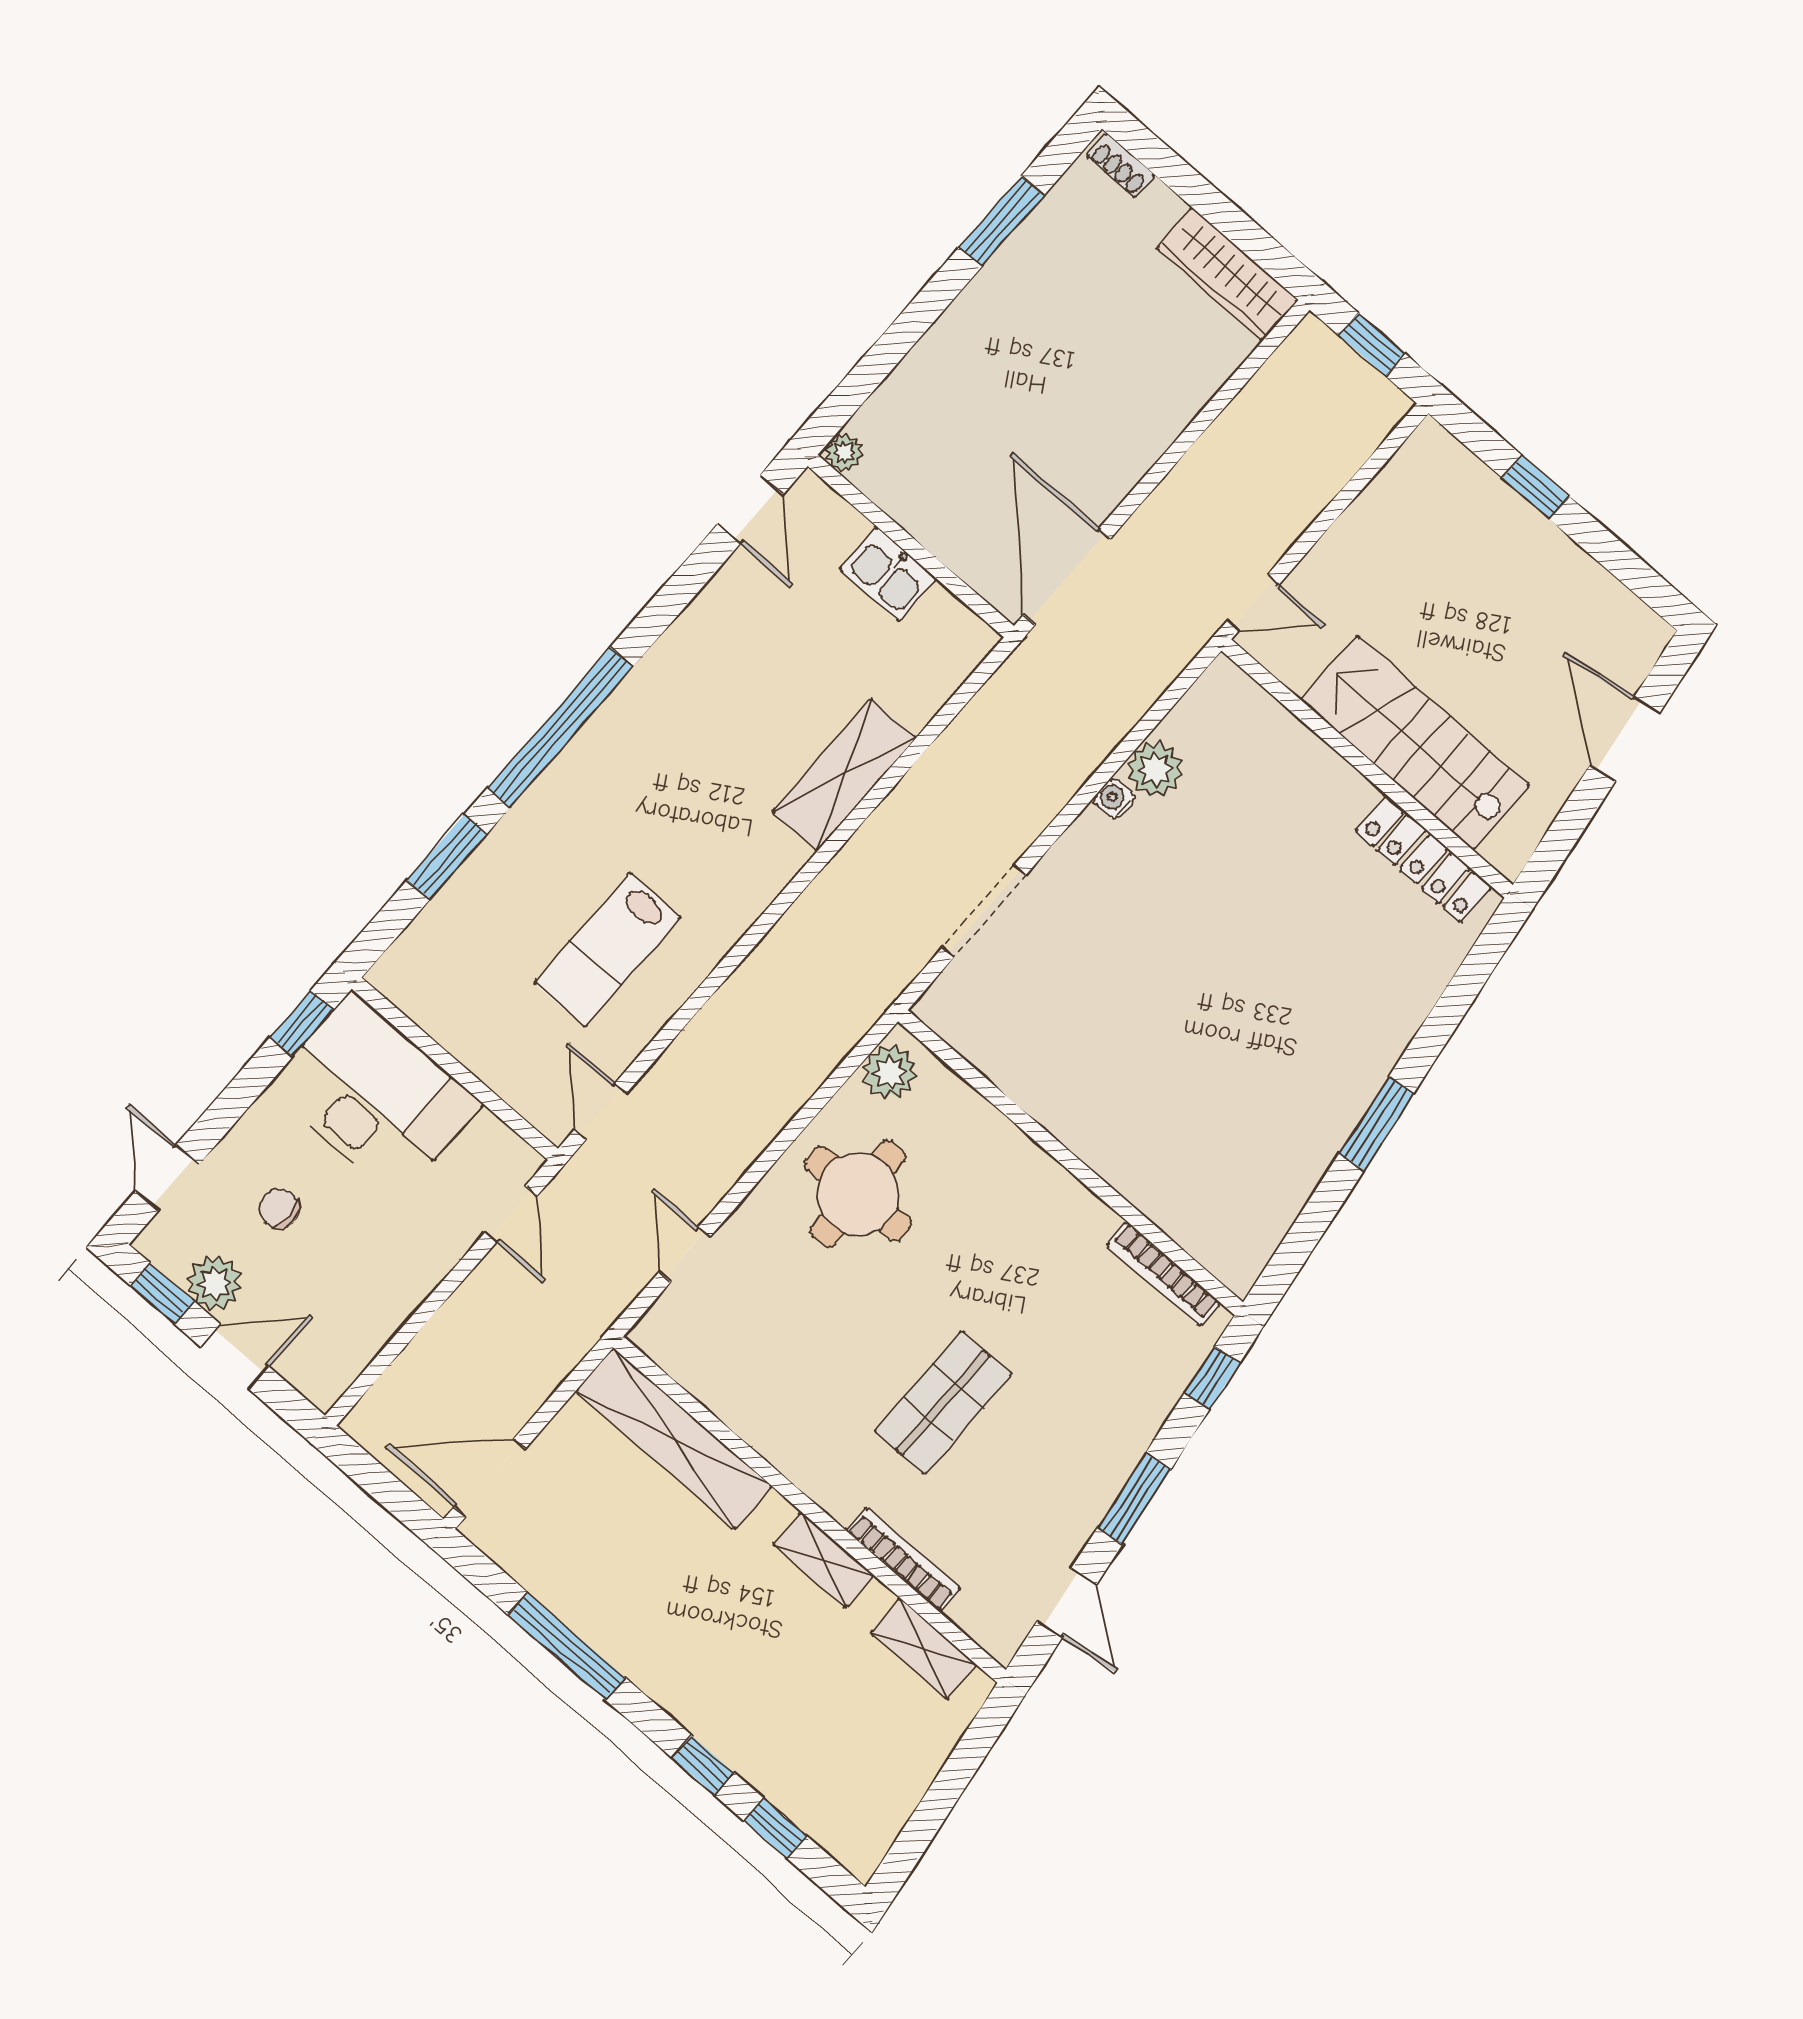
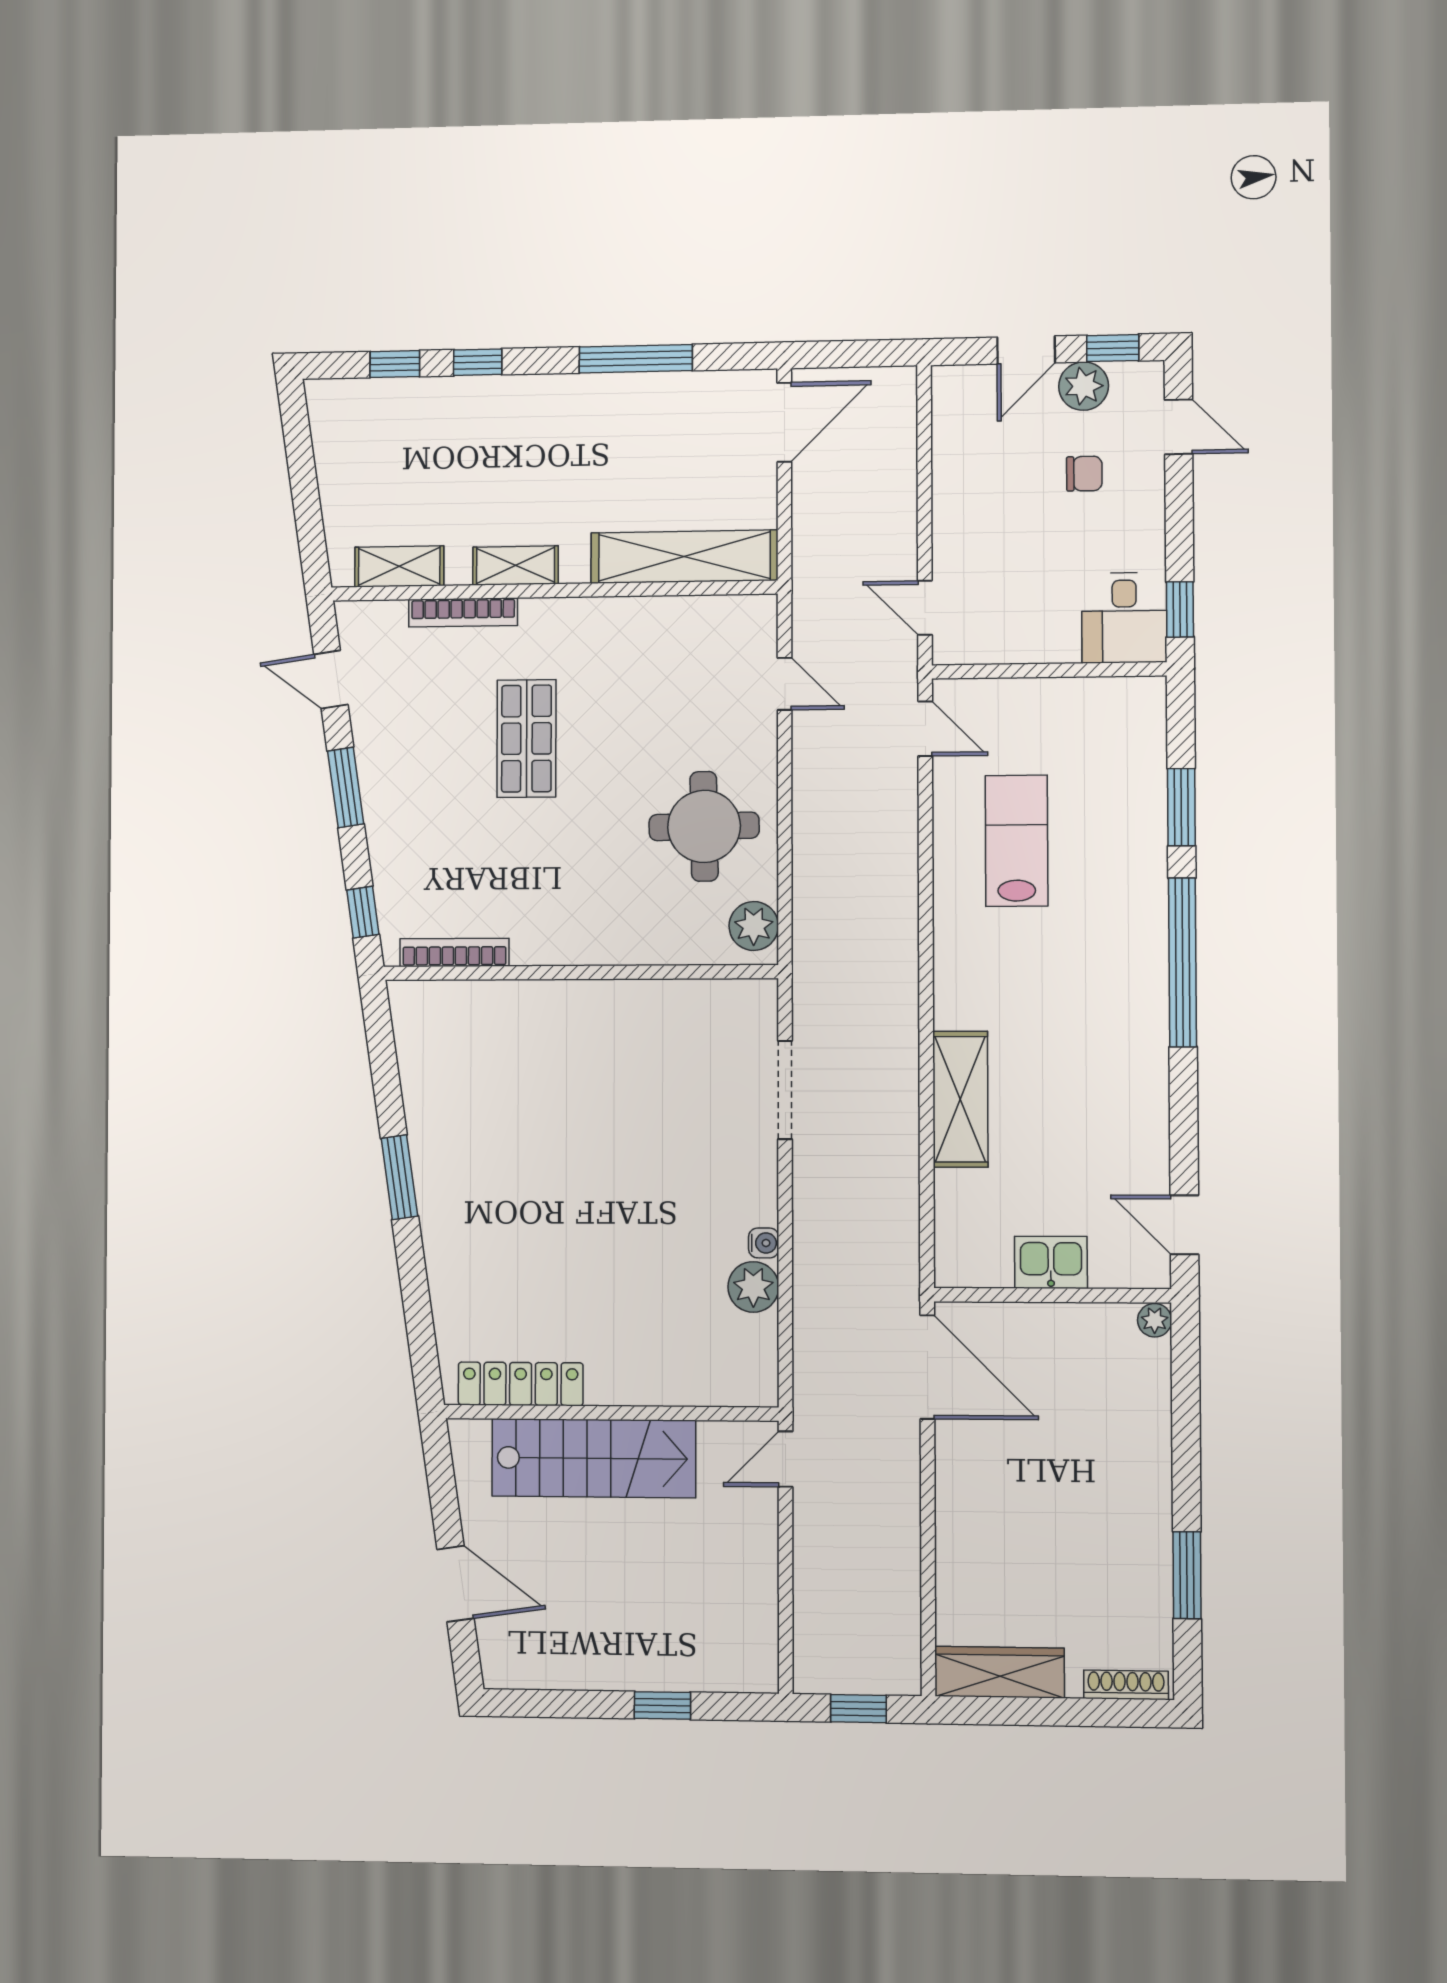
shoe rack: (1121, 166) -> (1126, 1685), width x1.43
desk: (375, 1096) -> (1124, 618), width x0.53, depth x0.77

